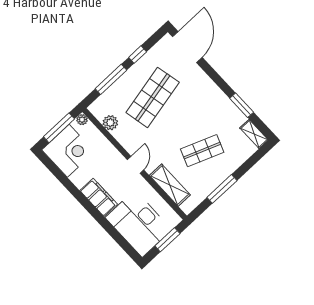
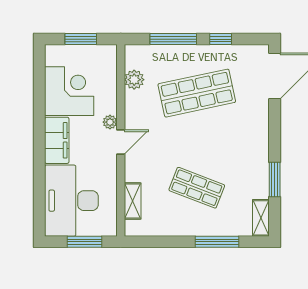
plant: (82, 120) -> (110, 122), moved
window: (59, 128) -> (81, 39), width x0.69
corner desk: (68, 151) -> (69, 91), moved, turned -90
shelving: (170, 185) -> (133, 201), width x0.67, depth x0.75
window: (222, 189) -> (217, 242), moved

